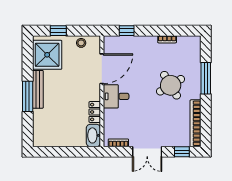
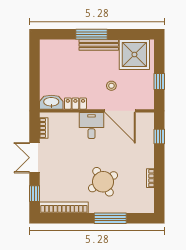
window: (58, 31) -> (159, 81), moved
stool: (81, 43) -> (111, 86), moved

